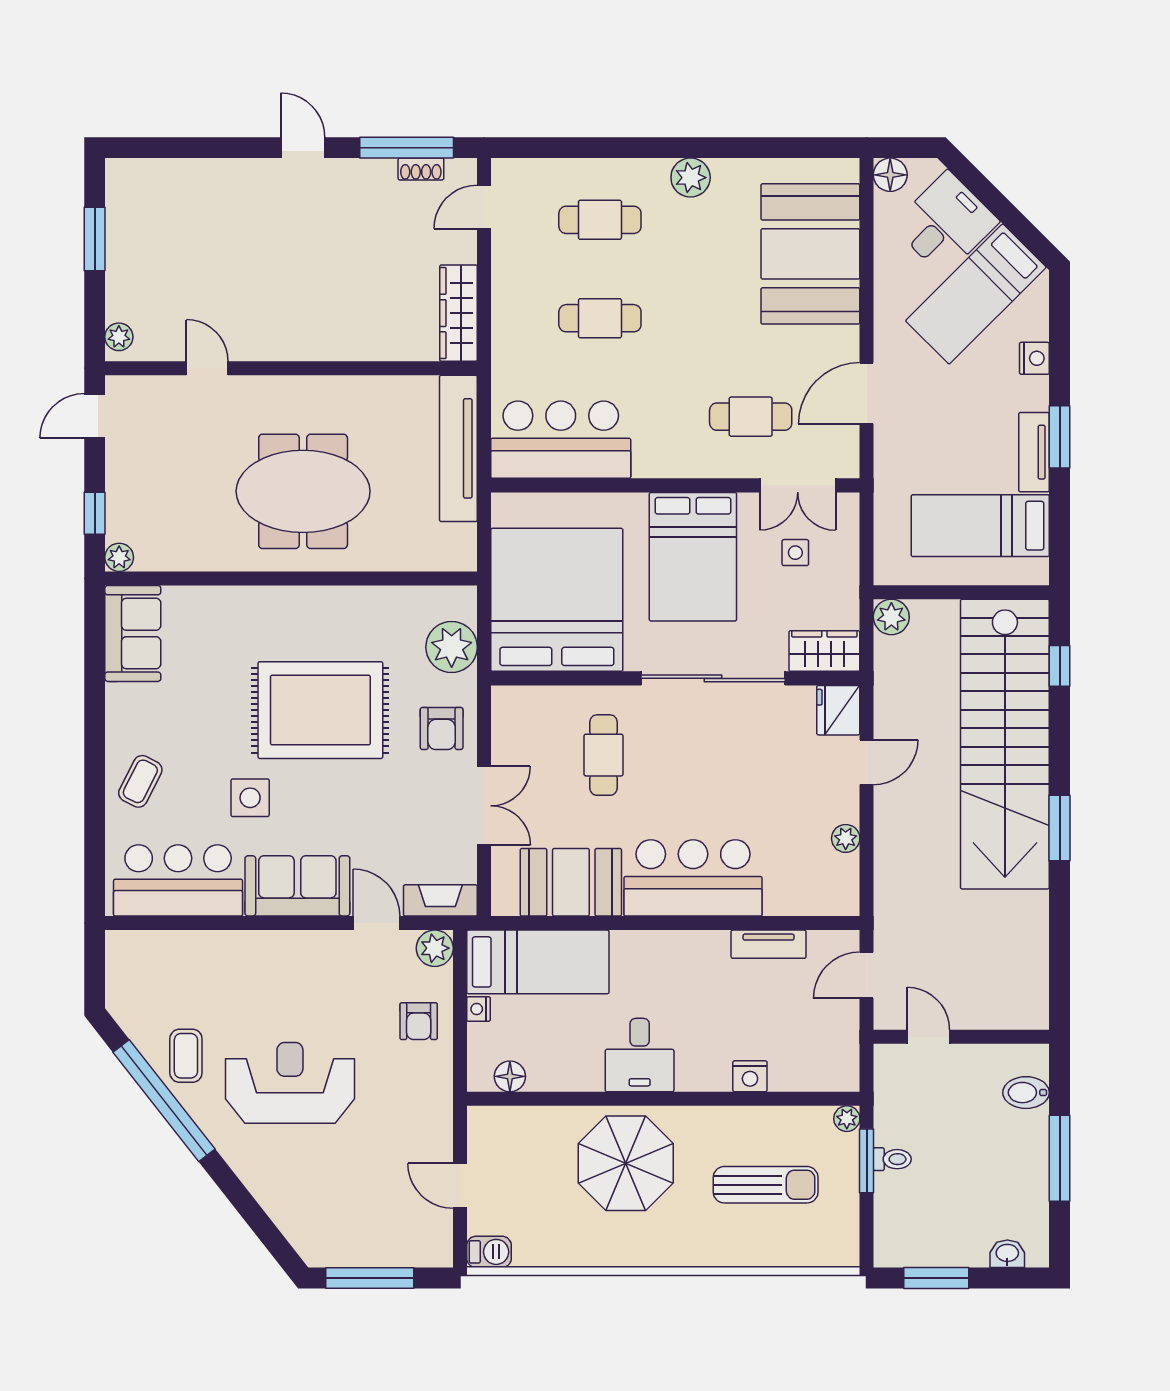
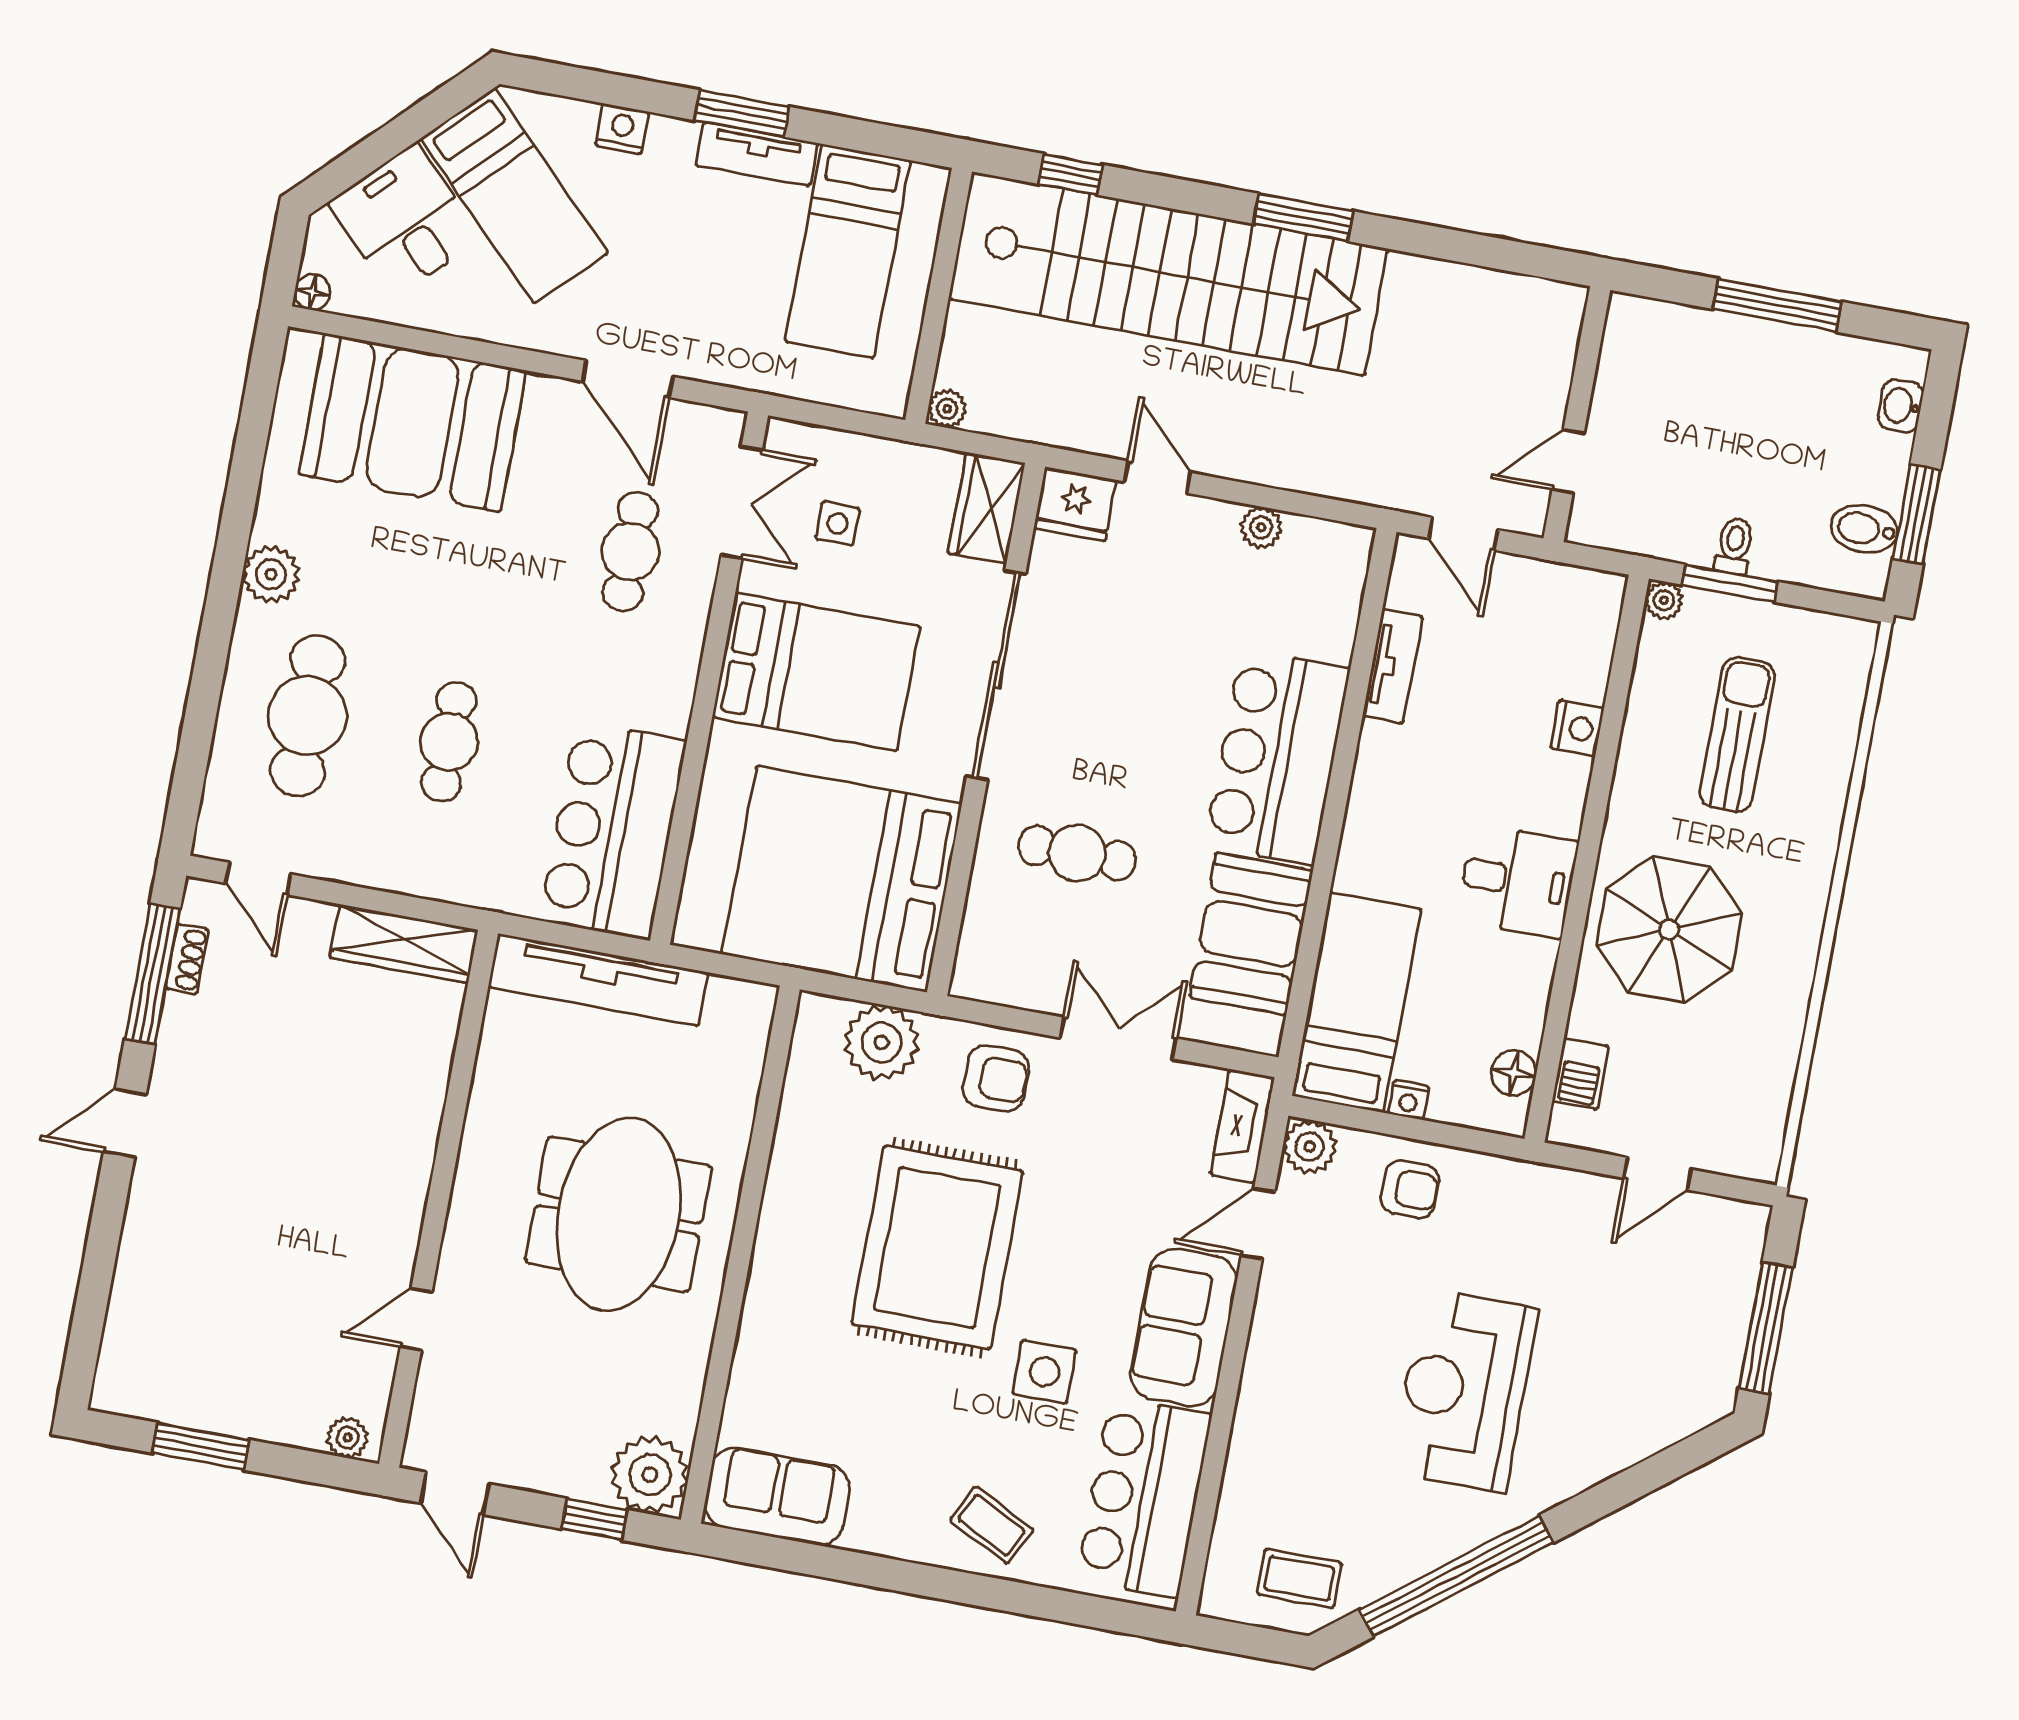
floor lamp: (890, 175) -> (312, 292), width x0.73, depth x0.73
cafe table: (600, 220) -> (308, 716), width x1.37, depth x1.35
plant: (119, 557) -> (650, 1475), width x1.88, depth x1.88
plant: (891, 617) -> (947, 409), width x0.73, depth x0.73
coffee table: (186, 1056) -> (1299, 1578), moved
bidet: (1026, 1093) -> (1864, 529), moved, turned 90
barbecue: (489, 1252) -> (1580, 1074), moved, turned 180

